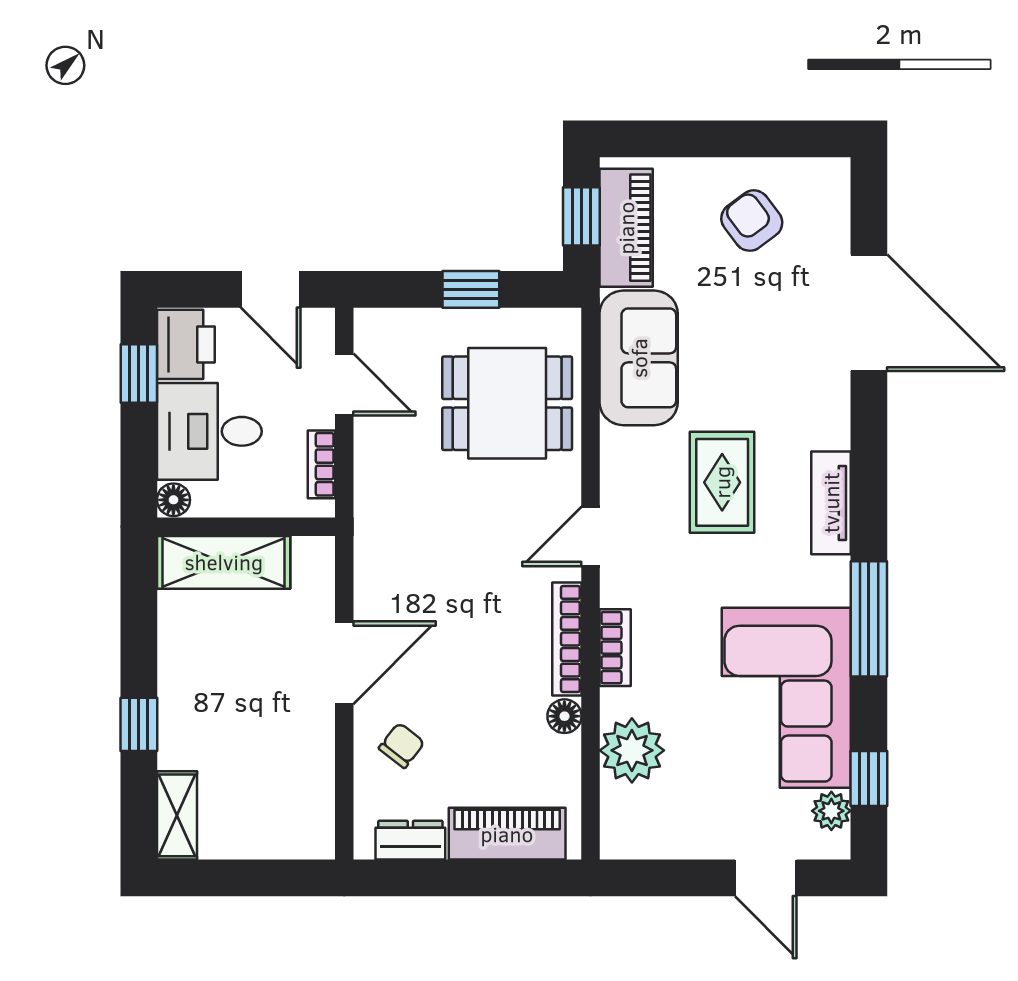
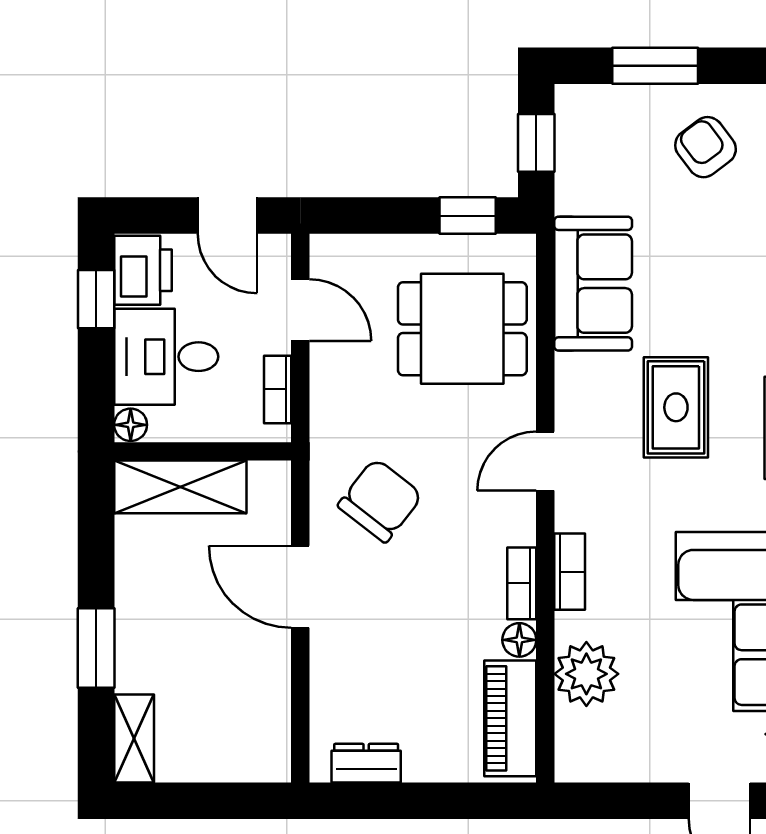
window: (701, 139) -> (655, 66), added
piano: (626, 228) -> (581, 154), removed
window: (471, 289) -> (468, 216), moved
bookcase: (567, 639) -> (522, 583), width x0.64
door: (344, 663) -> (300, 587), swing flipped
window: (139, 724) -> (96, 648), width x1.50
chair: (402, 745) -> (380, 500), moved, width x1.87, depth x1.87
piano: (507, 834) -> (510, 718), moved, turned -90

